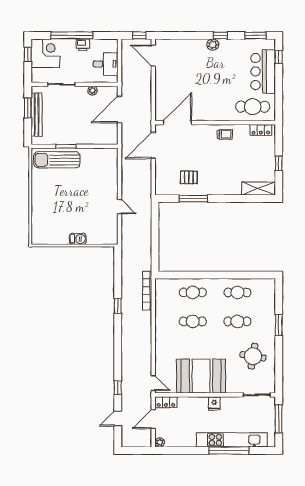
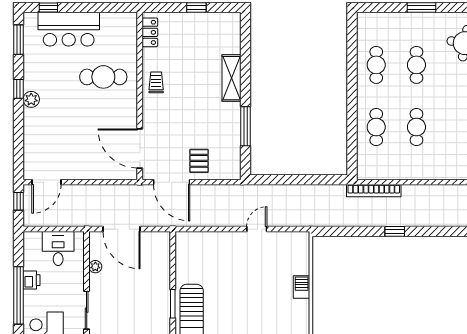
cafe table: (253, 107) -> (103, 77), moved, turned 90
pallet: (189, 177) -> (199, 161), moved
shelving: (258, 188) -> (231, 78), moved

